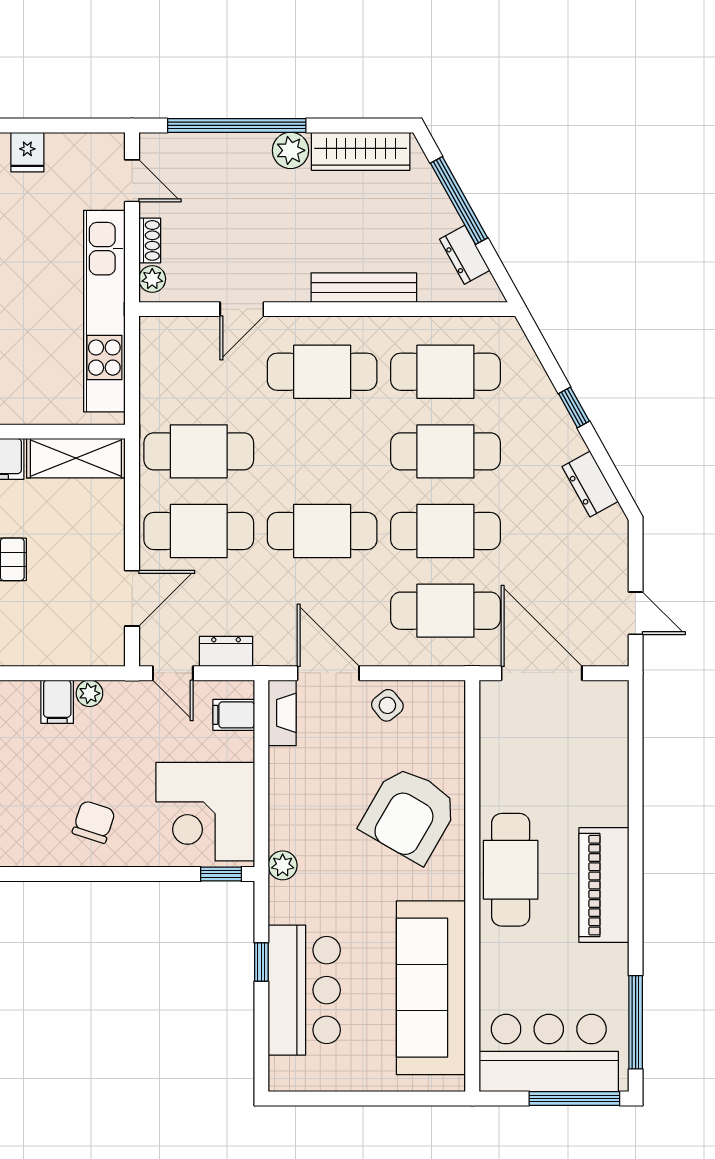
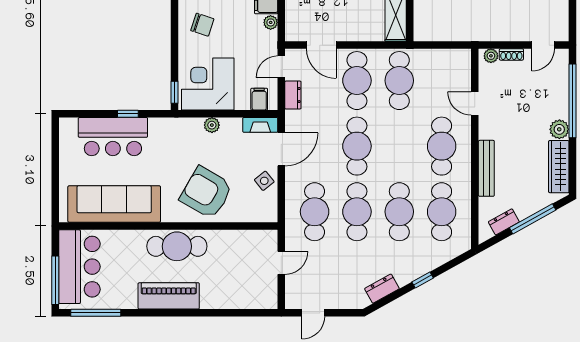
kitchen unit: (104, 311) -> (474, 30), removed
door: (542, 673) -> (281, 263), width x0.53
plant: (283, 865) -> (212, 125), moved

